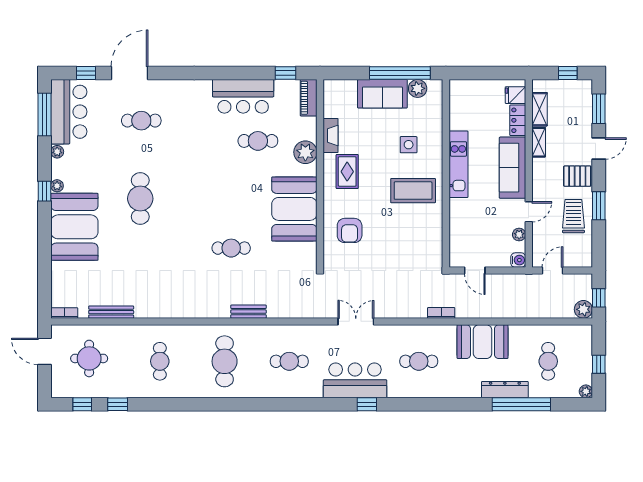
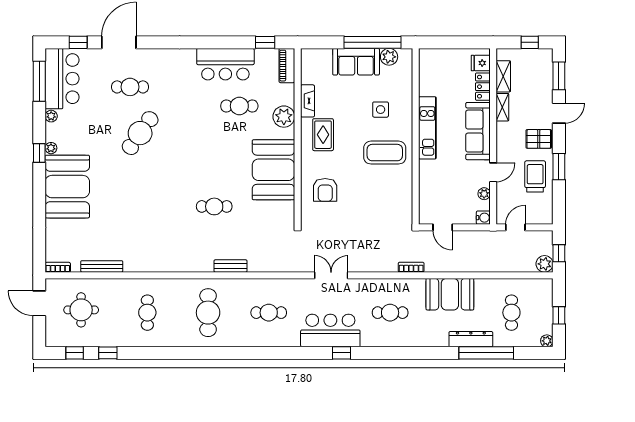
cafe table: (140, 199) -> (140, 133), moved, turned 35

